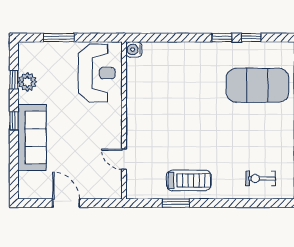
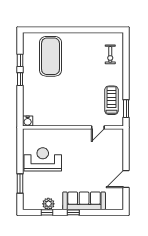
water cooler: (134, 50) -> (28, 121), moved
wall: (124, 120) -> (73, 127), moved
door: (124, 159) -> (98, 127), moved

